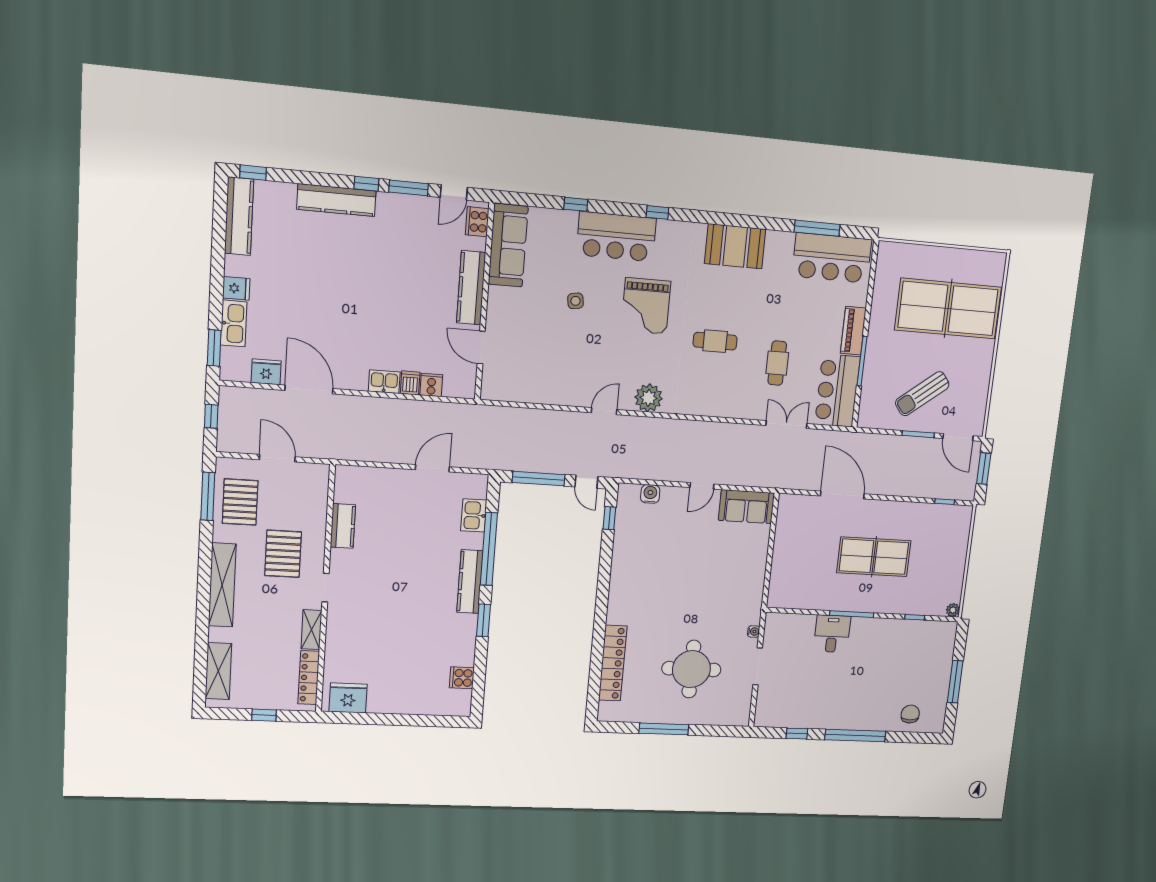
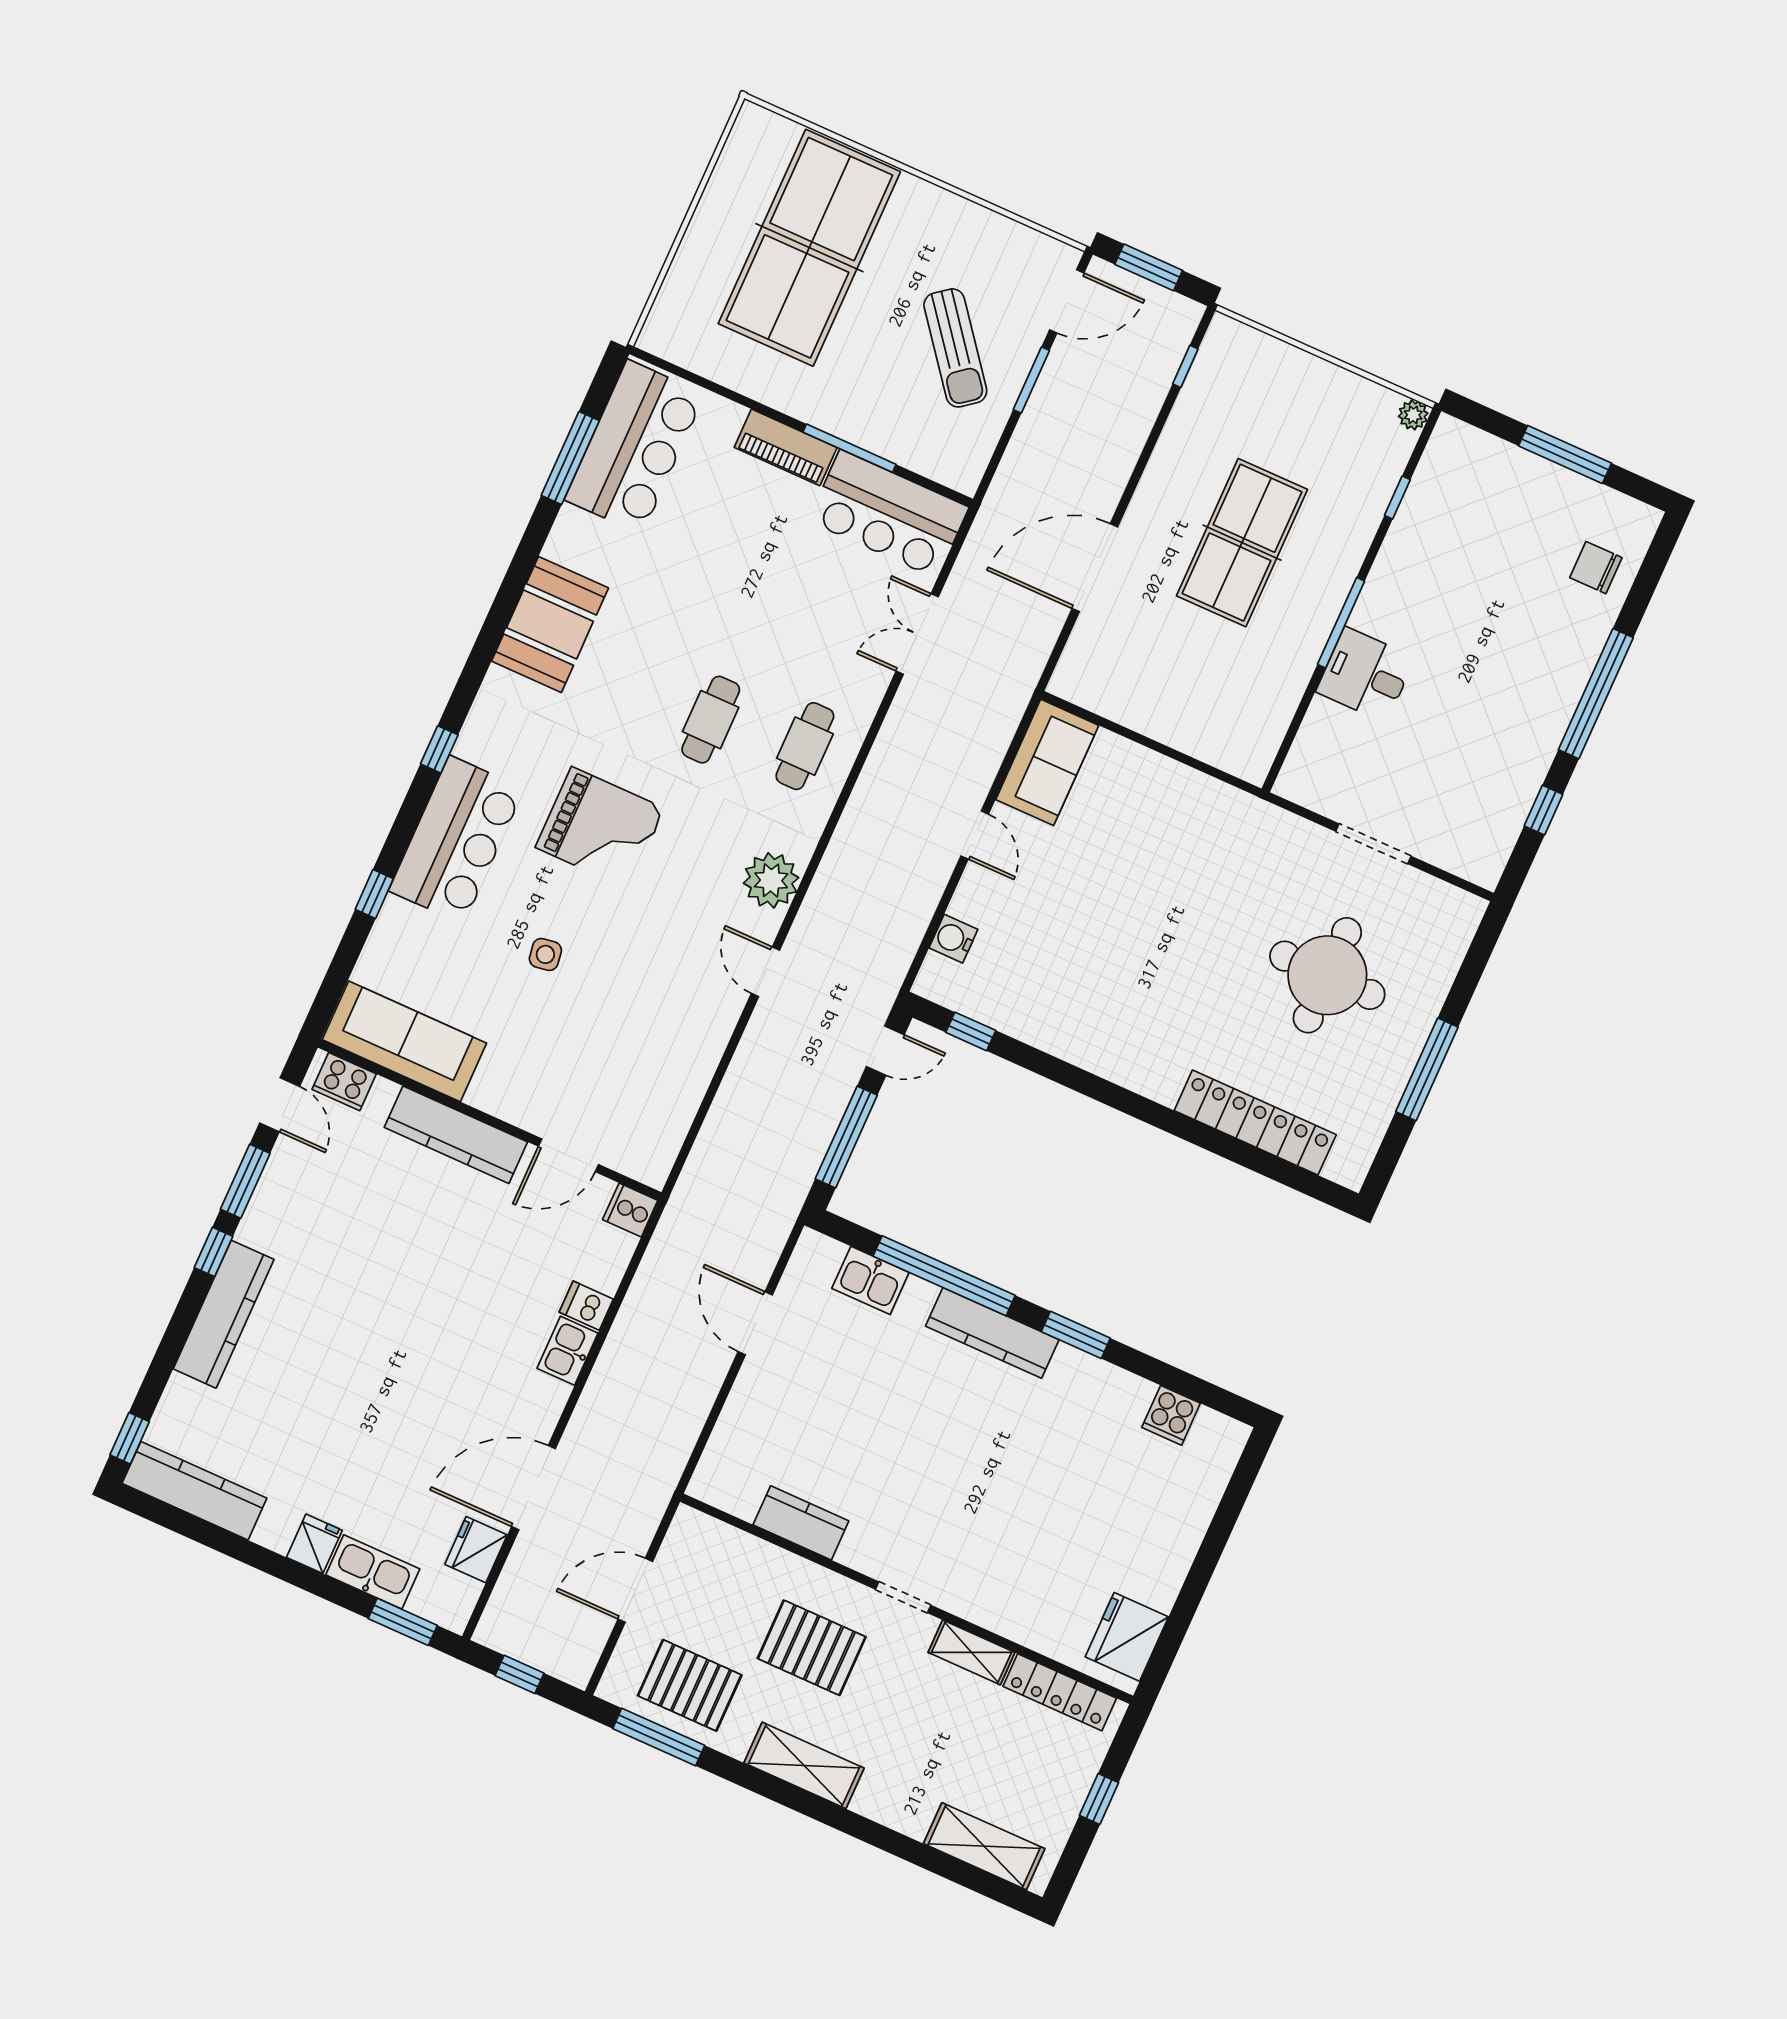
cafe table: (777, 363) -> (805, 746), moved, turned 90
cooker: (431, 385) -> (630, 1210), moved
shelving: (222, 585) -> (804, 1765), width x0.68
water cooler: (754, 632) -> (1300, 829), removed

